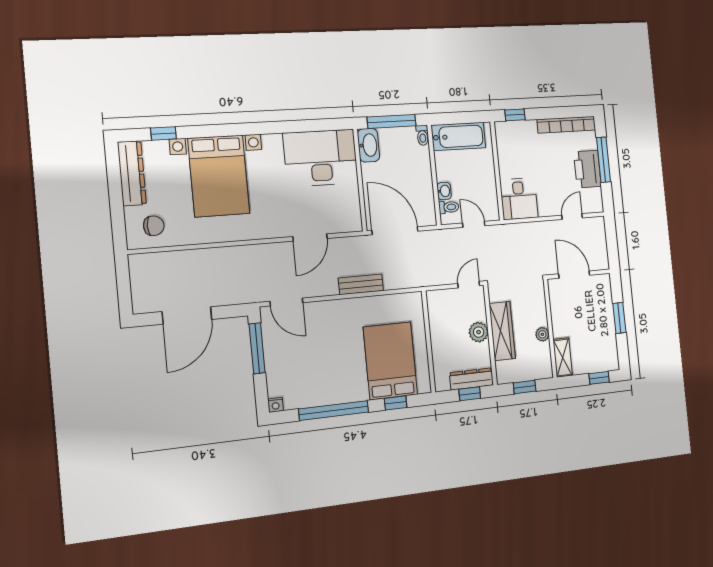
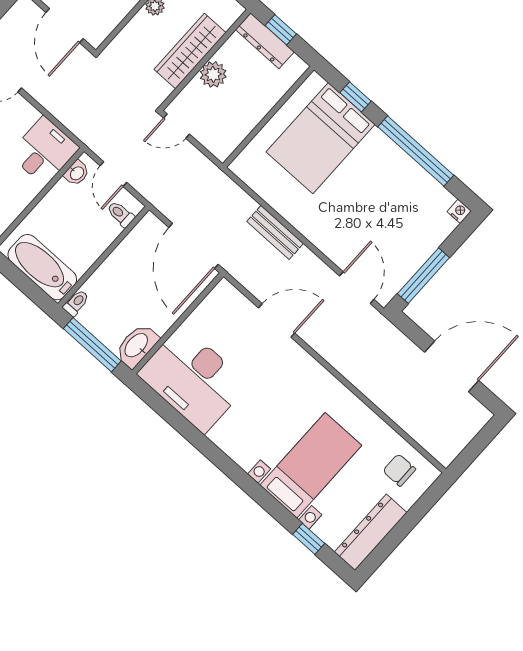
bed with nightstands: (219, 176) -> (311, 465), width x0.73
washbasin: (444, 191) -> (77, 173), moved, turned 180

